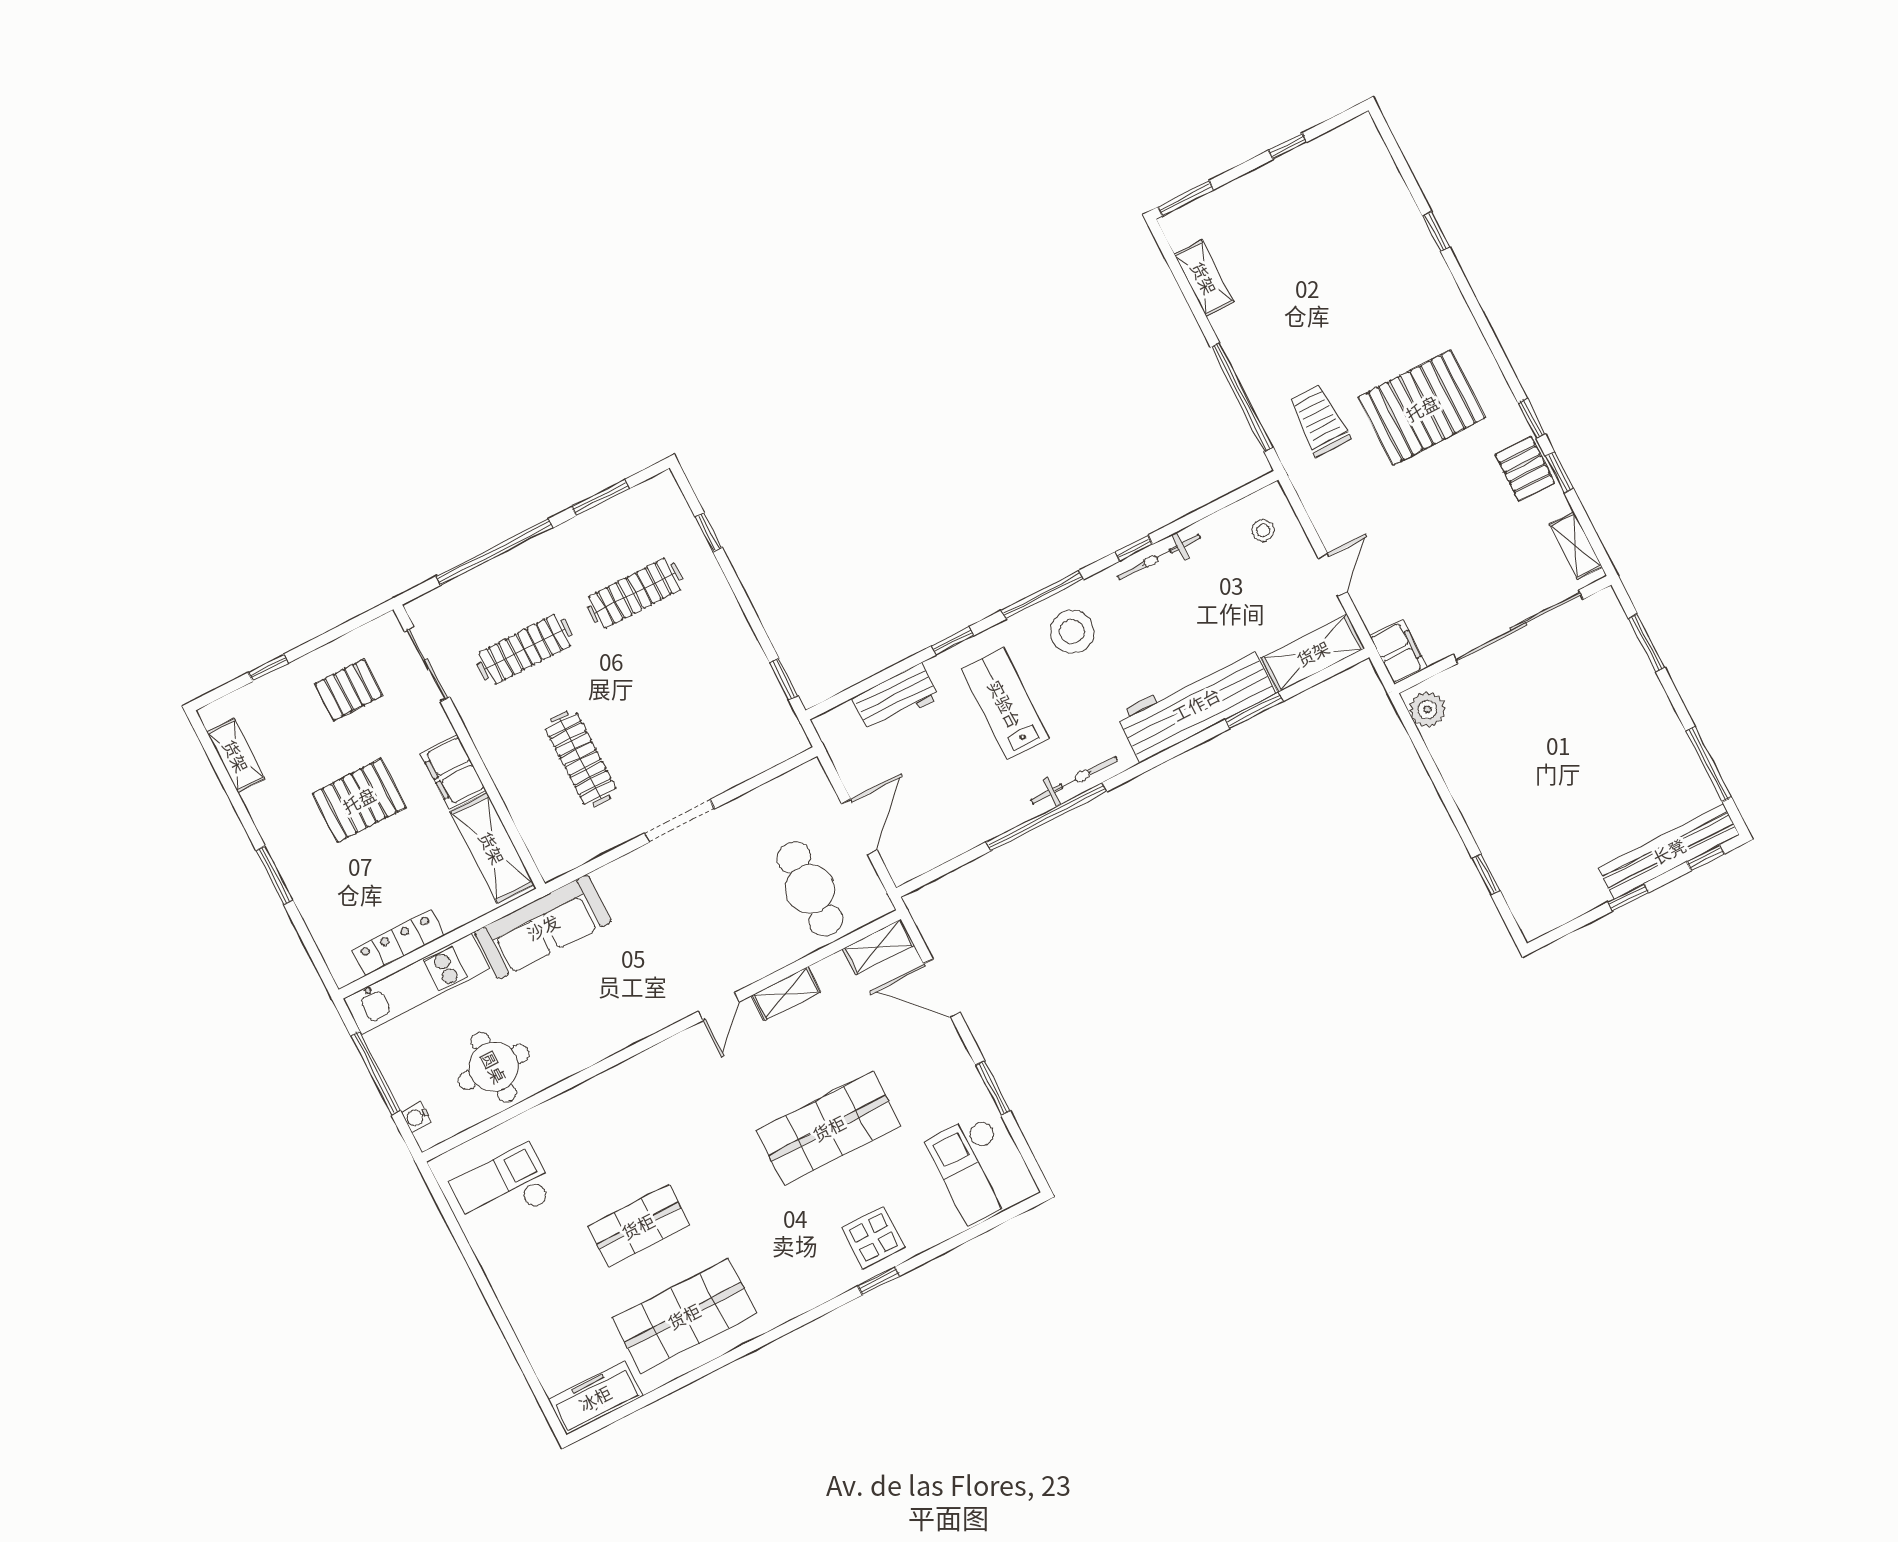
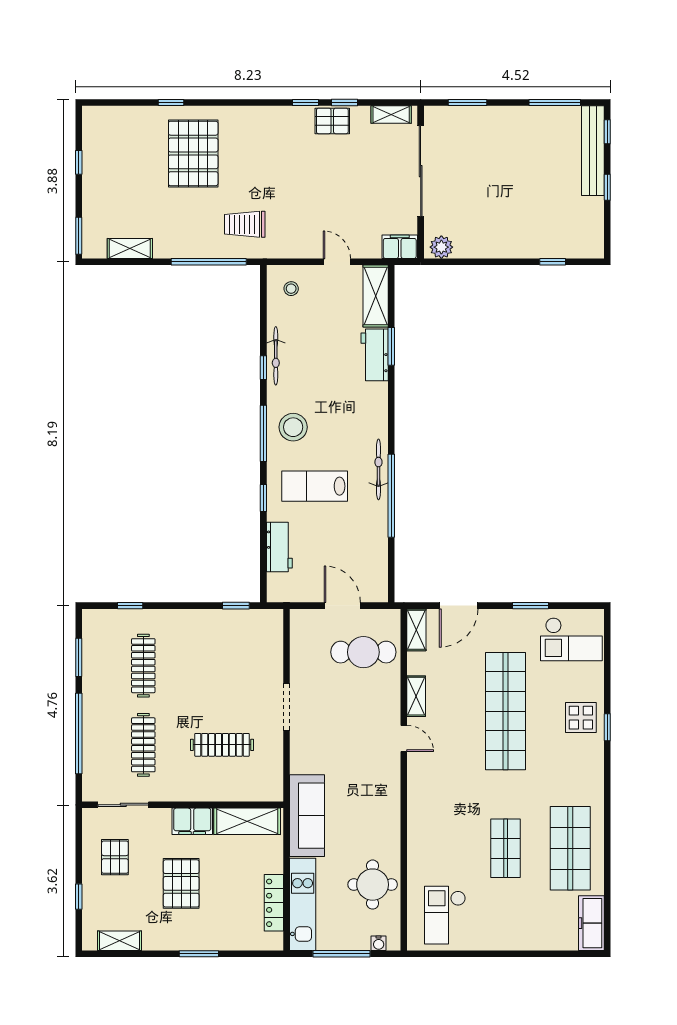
pallet: (1422, 408) -> (193, 153), moved
workbench: (1196, 704) -> (375, 355), width x0.53, depth x0.76
shop shelf: (829, 1128) -> (506, 711), width x1.40

